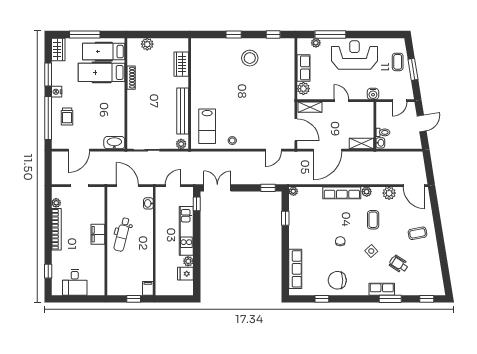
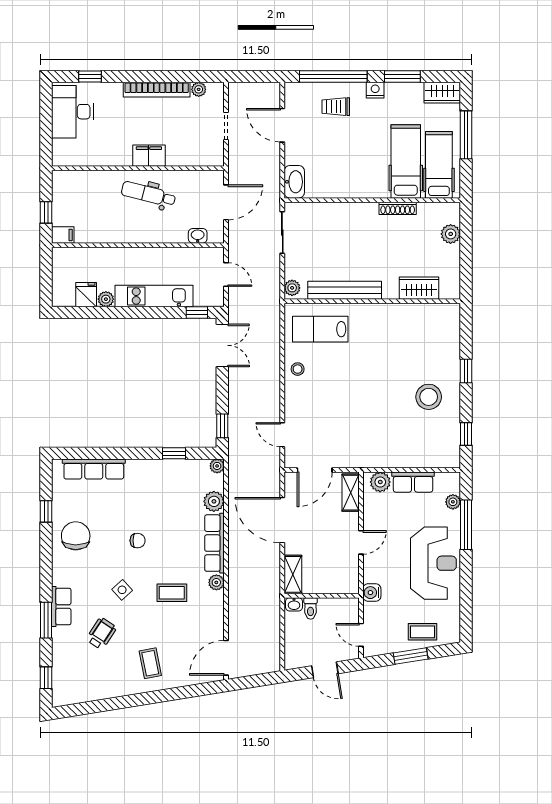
plant: (389, 193) -> (214, 501), moved
desk: (75, 282) -> (72, 112), width x1.37

